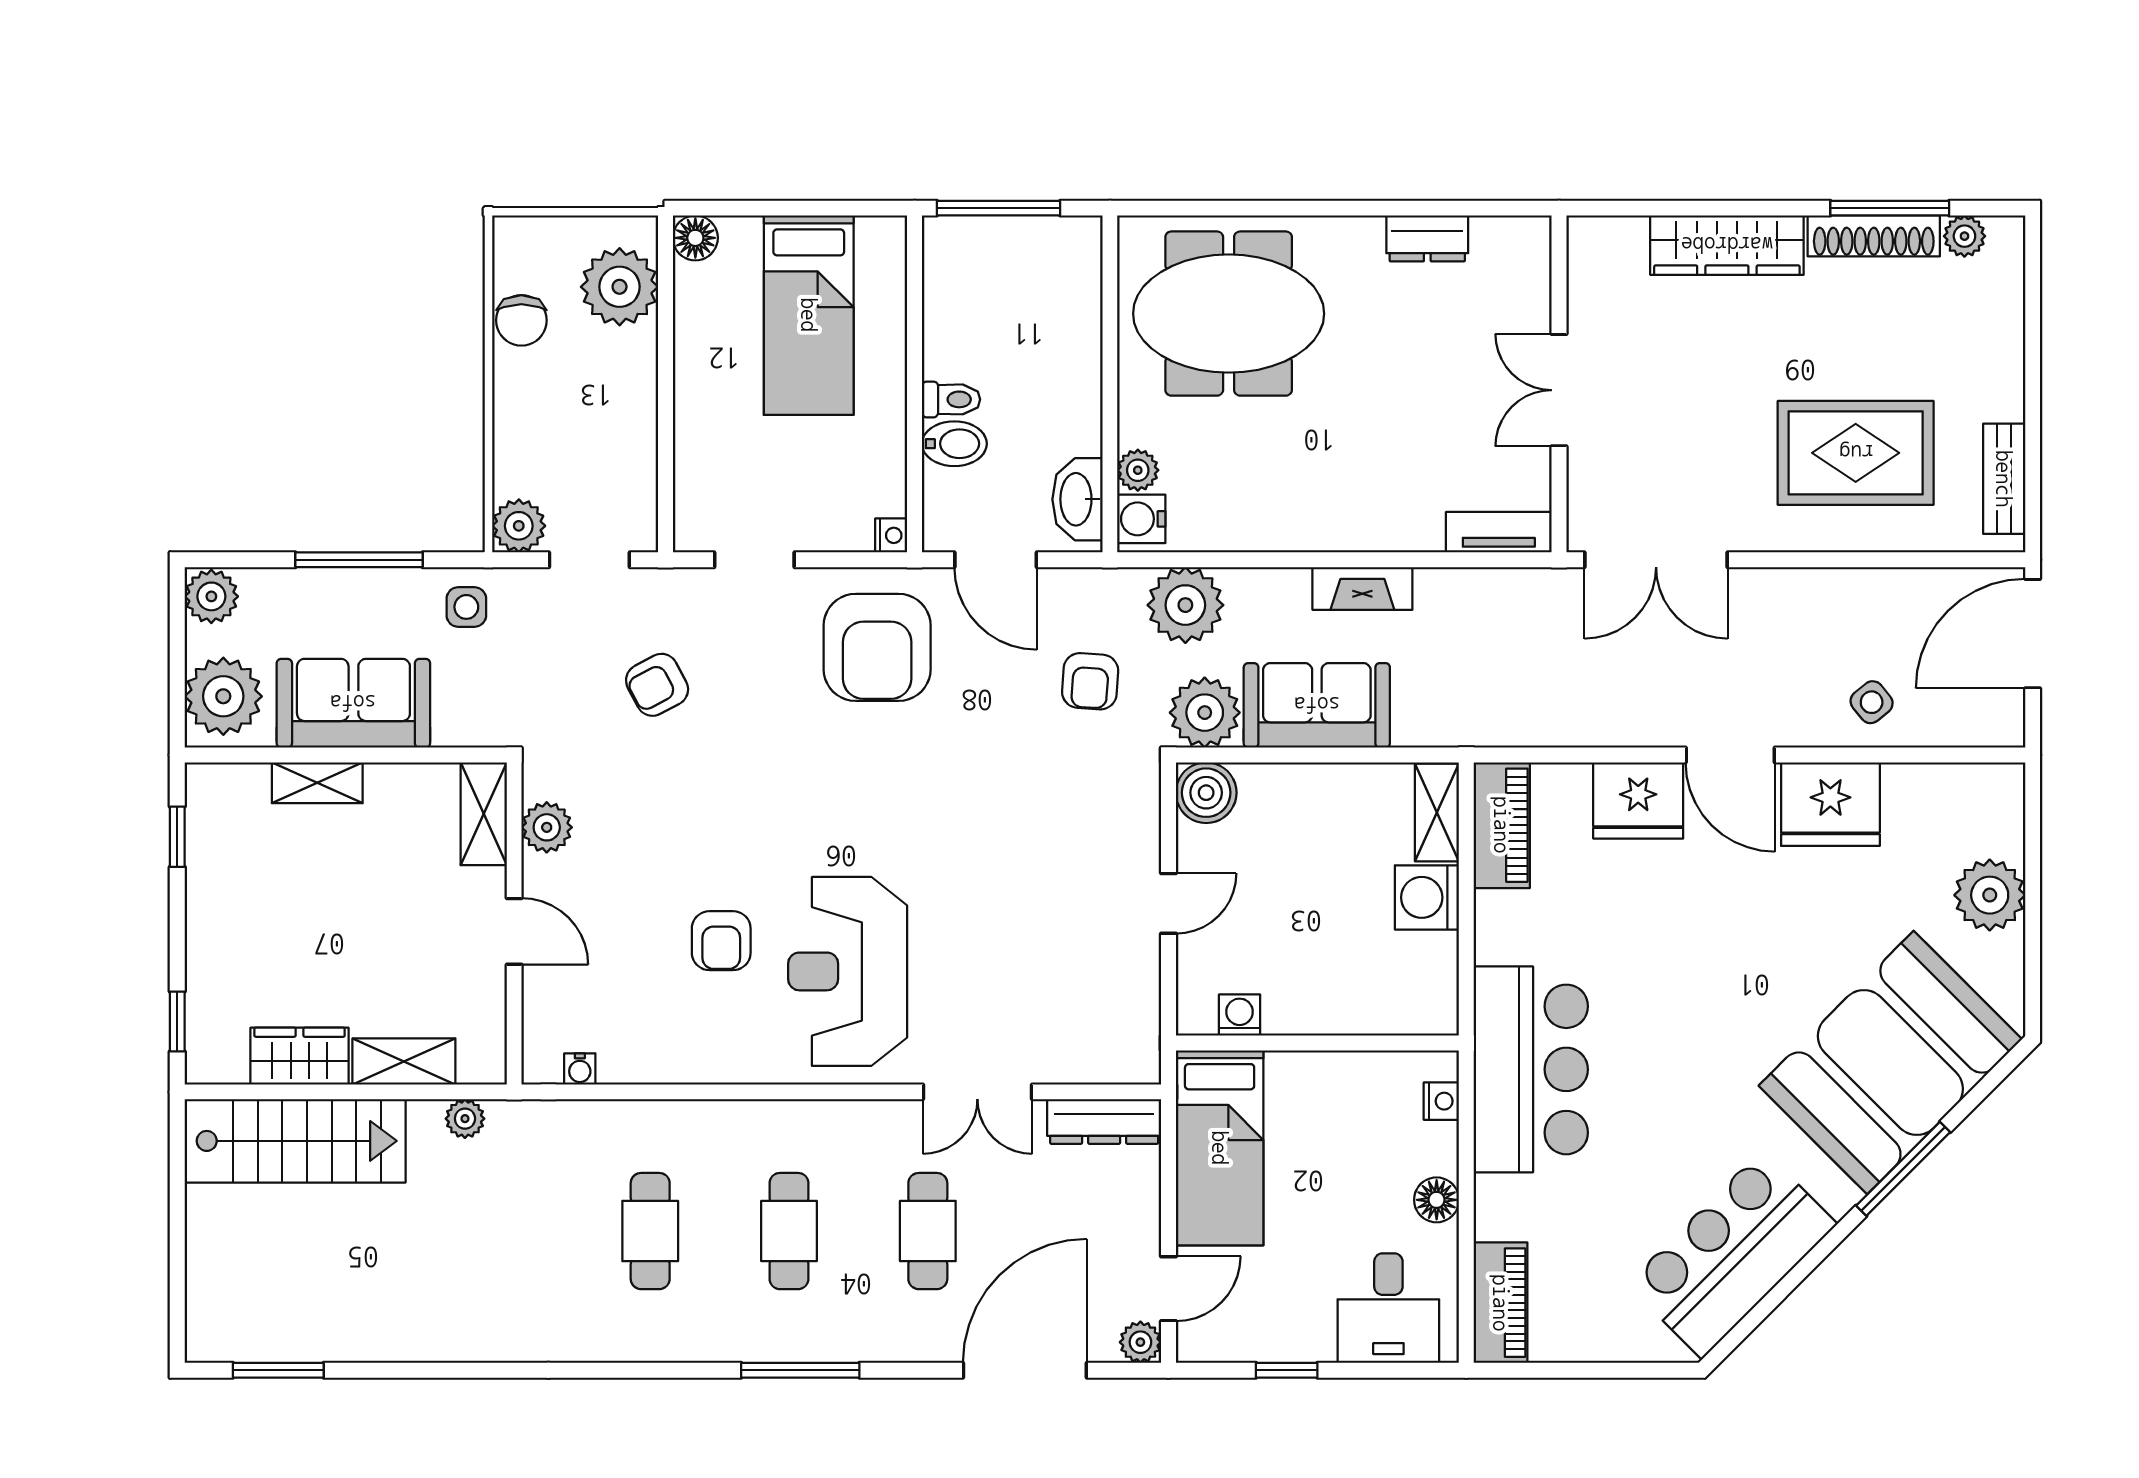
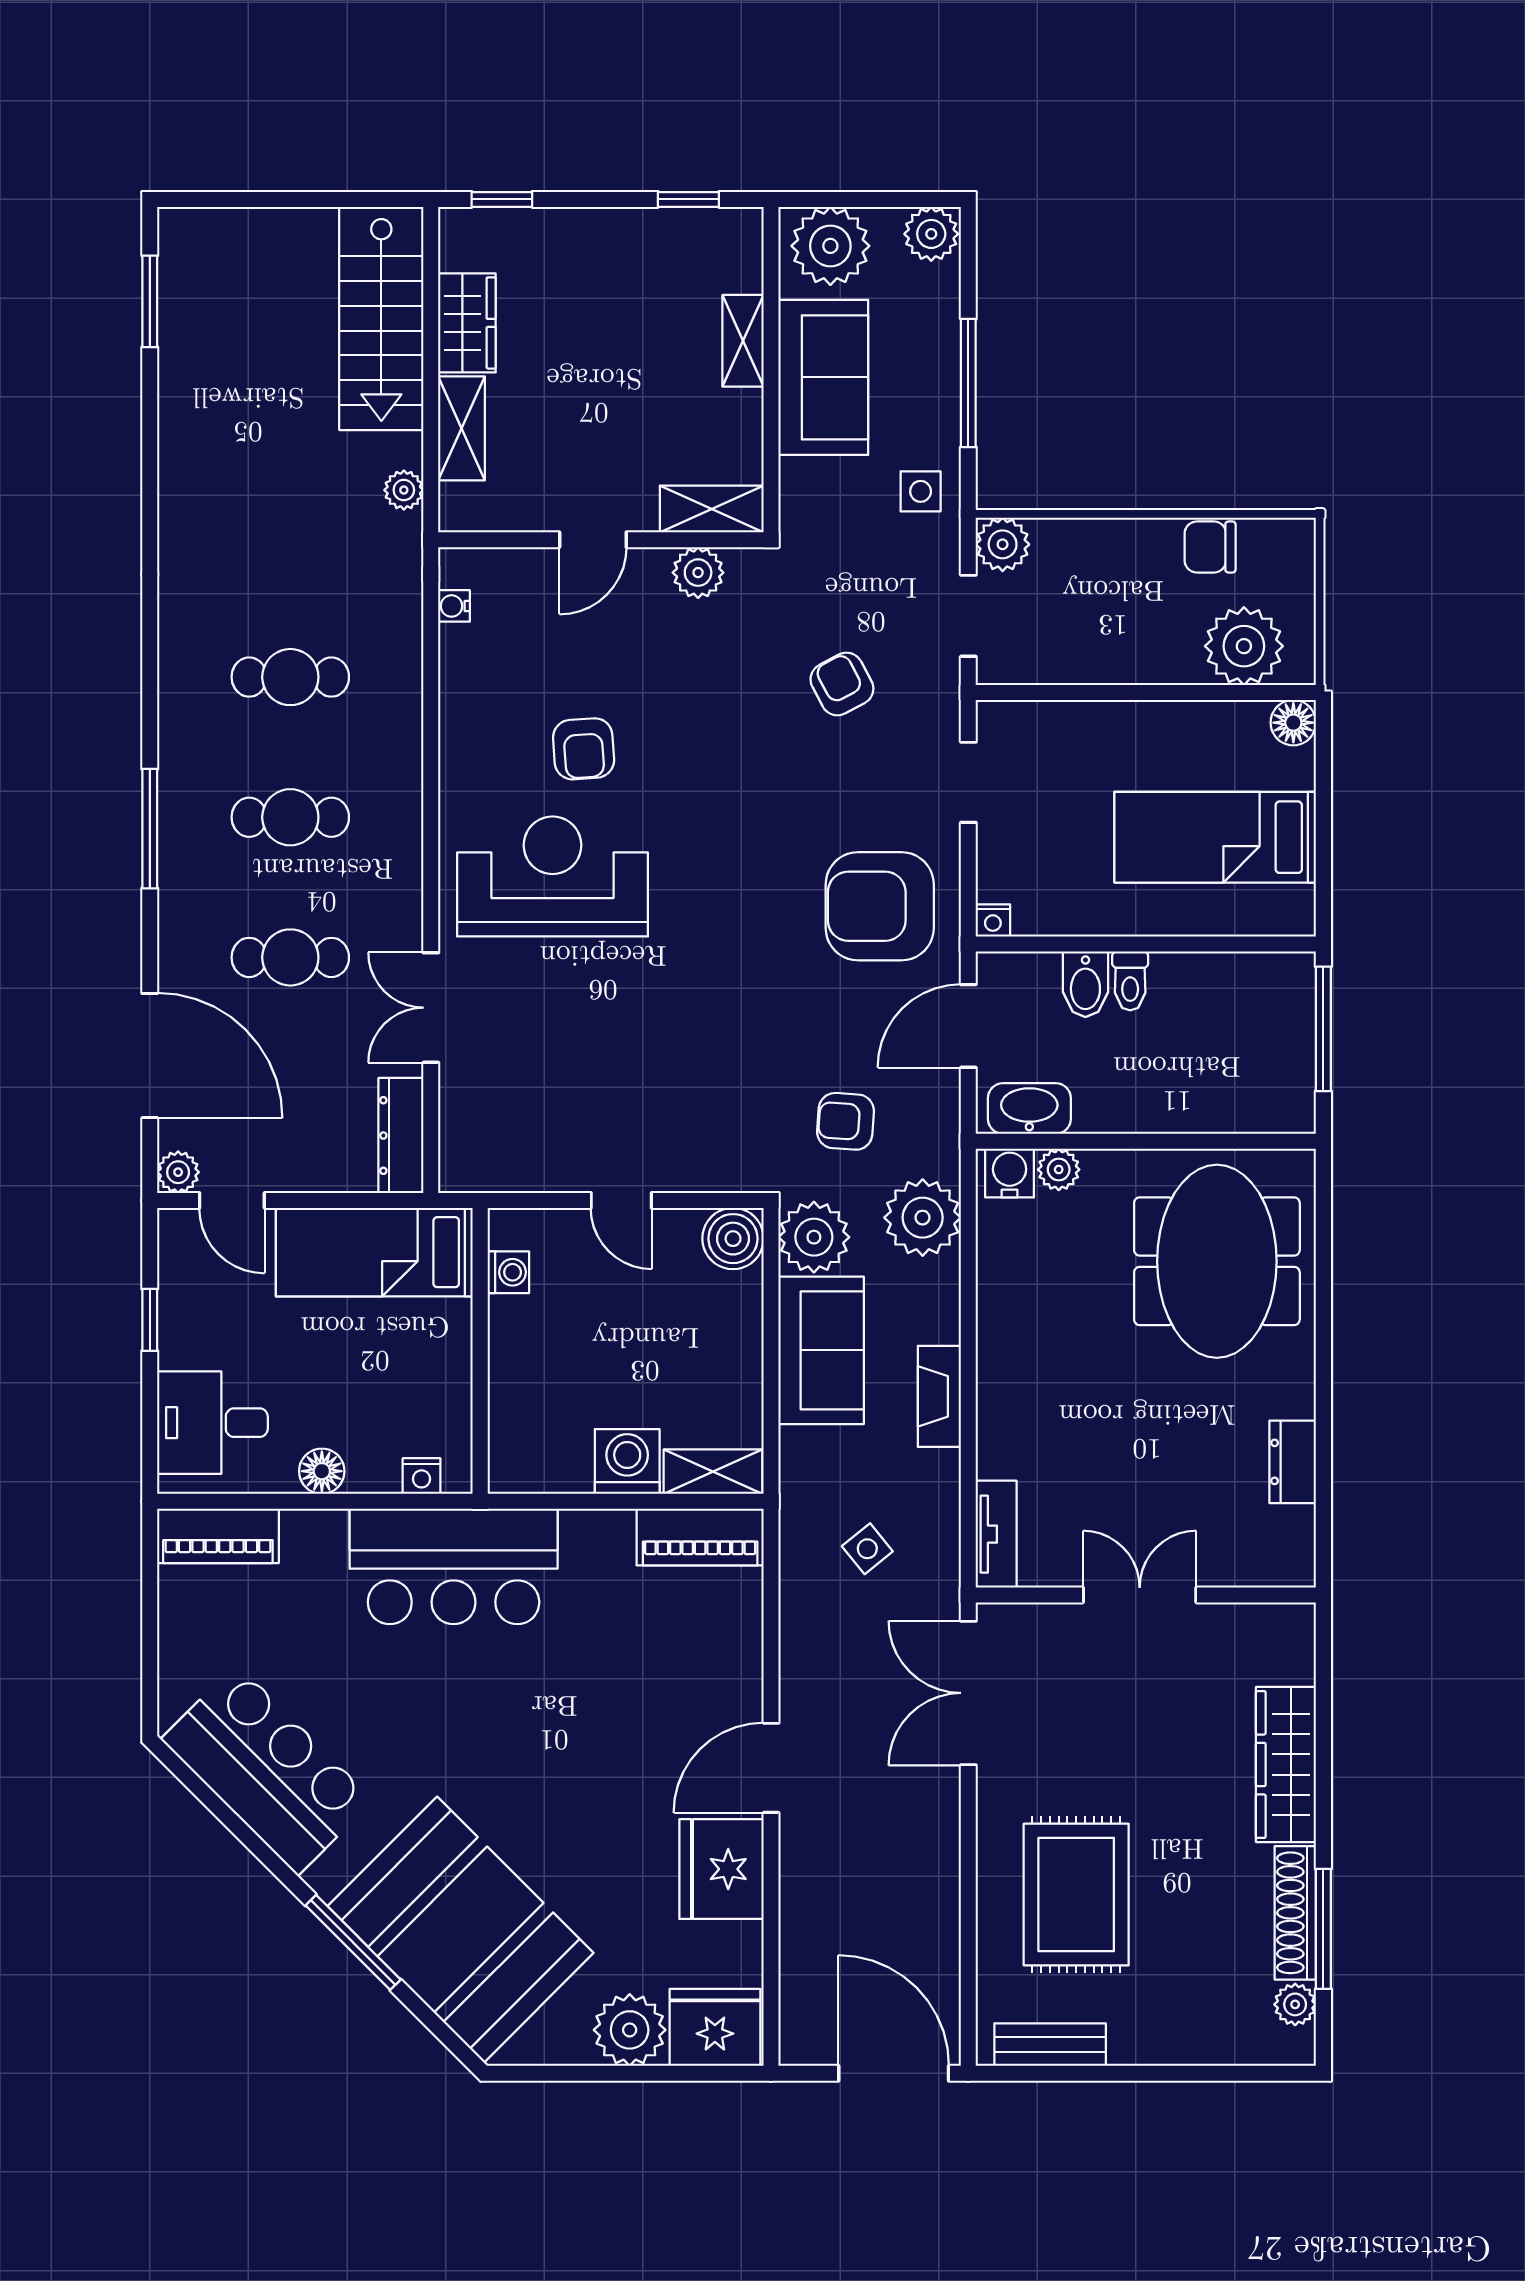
side table: (1872, 702) -> (867, 1549), moved
fridge: (1638, 800) -> (715, 2027), moved, turned 90
armchair: (721, 941) -> (584, 749), turned -94

